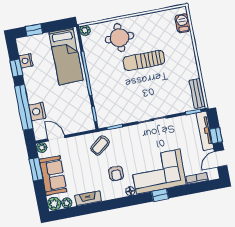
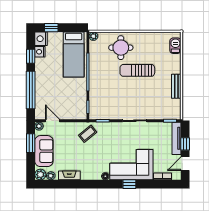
bench: (197, 93) -> (176, 86), moved
nightstand: (37, 111) -> (41, 39), moved
armchair: (116, 173) -> (96, 159), removed

